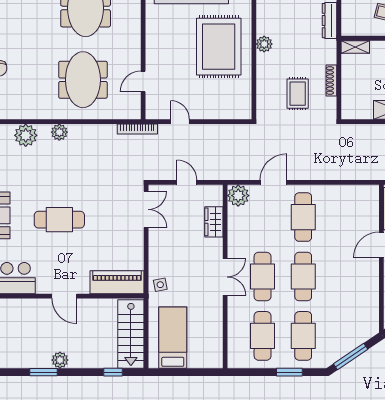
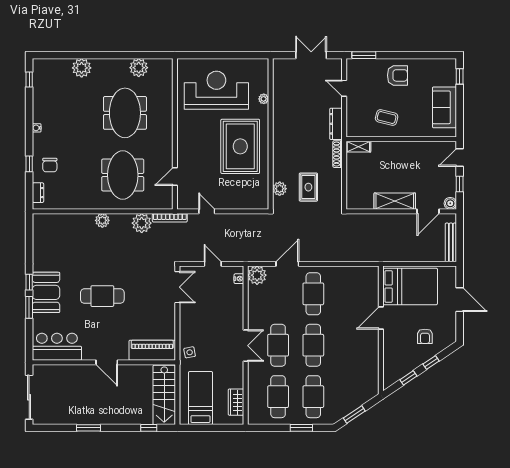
plant: (264, 44) -> (280, 189), moved
shoe rack: (331, 81) -> (338, 154), moved
plant: (26, 135) -> (142, 223), moved
nightstand: (217, 200) -> (239, 279), added
wardrobe: (214, 222) -> (236, 402), moved
window: (351, 357) -> (354, 415), width x0.69
plant: (60, 360) -> (103, 418), removed

